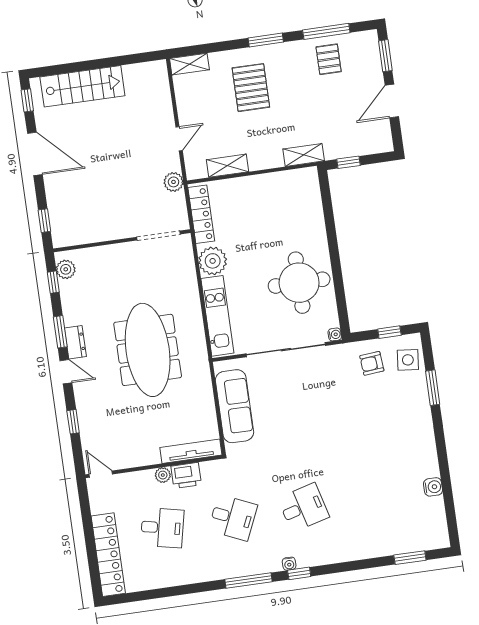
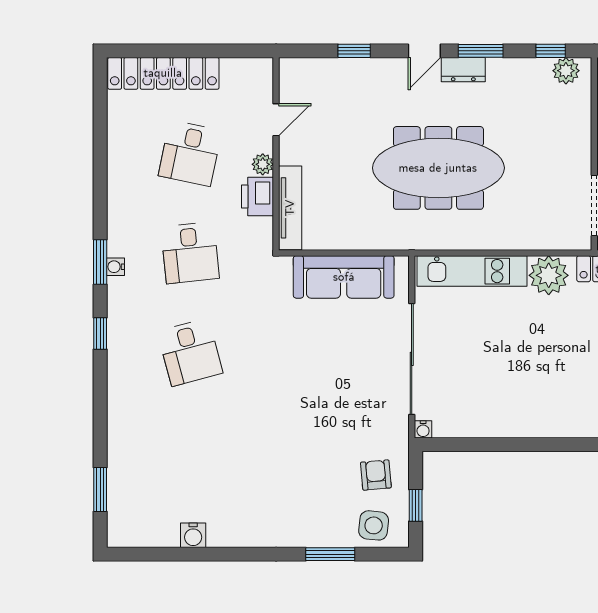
round table: (299, 283) -> (502, 390), removed
door: (101, 474) -> (276, 120), moved
desk: (233, 518) -> (190, 253), turned -30
water cooler: (289, 564) -> (115, 267), moved
window: (249, 581) -> (100, 262), width x0.69

